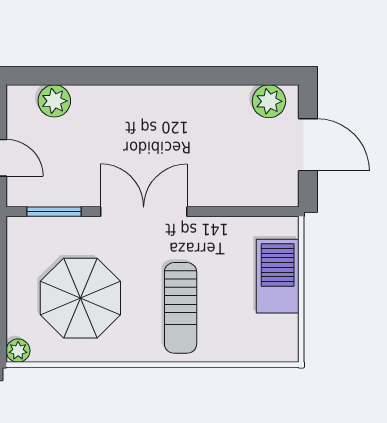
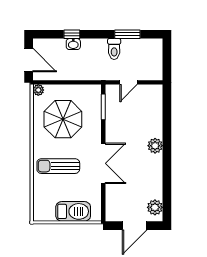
plant: (54, 101) -> (155, 146), moved
double door: (144, 212) -> (103, 163), moved

